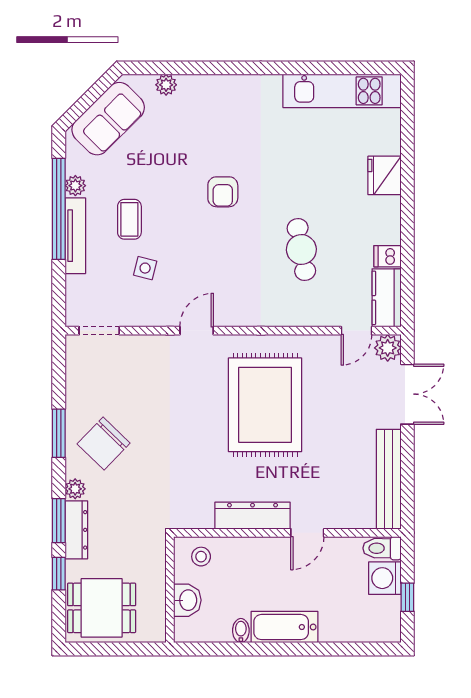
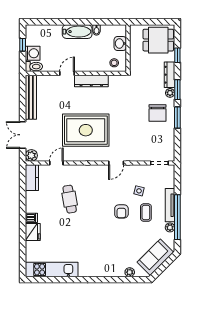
armchair: (223, 192) -> (121, 211), moved, turned 180
dishwasher: (387, 256) -> (31, 218), moved
door: (357, 331) -> (56, 163), moved
rug: (265, 405) -> (86, 130), turned 90
chair: (104, 444) -> (157, 113), turned 136
window: (59, 521) -> (177, 90), moved

